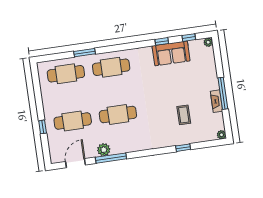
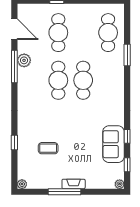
cafe table: (111, 67) -> (83, 80), moved
fireplace: (216, 101) -> (74, 184), moved

